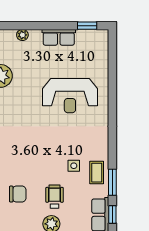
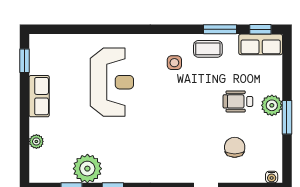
side table: (74, 166) -> (174, 63), moved

